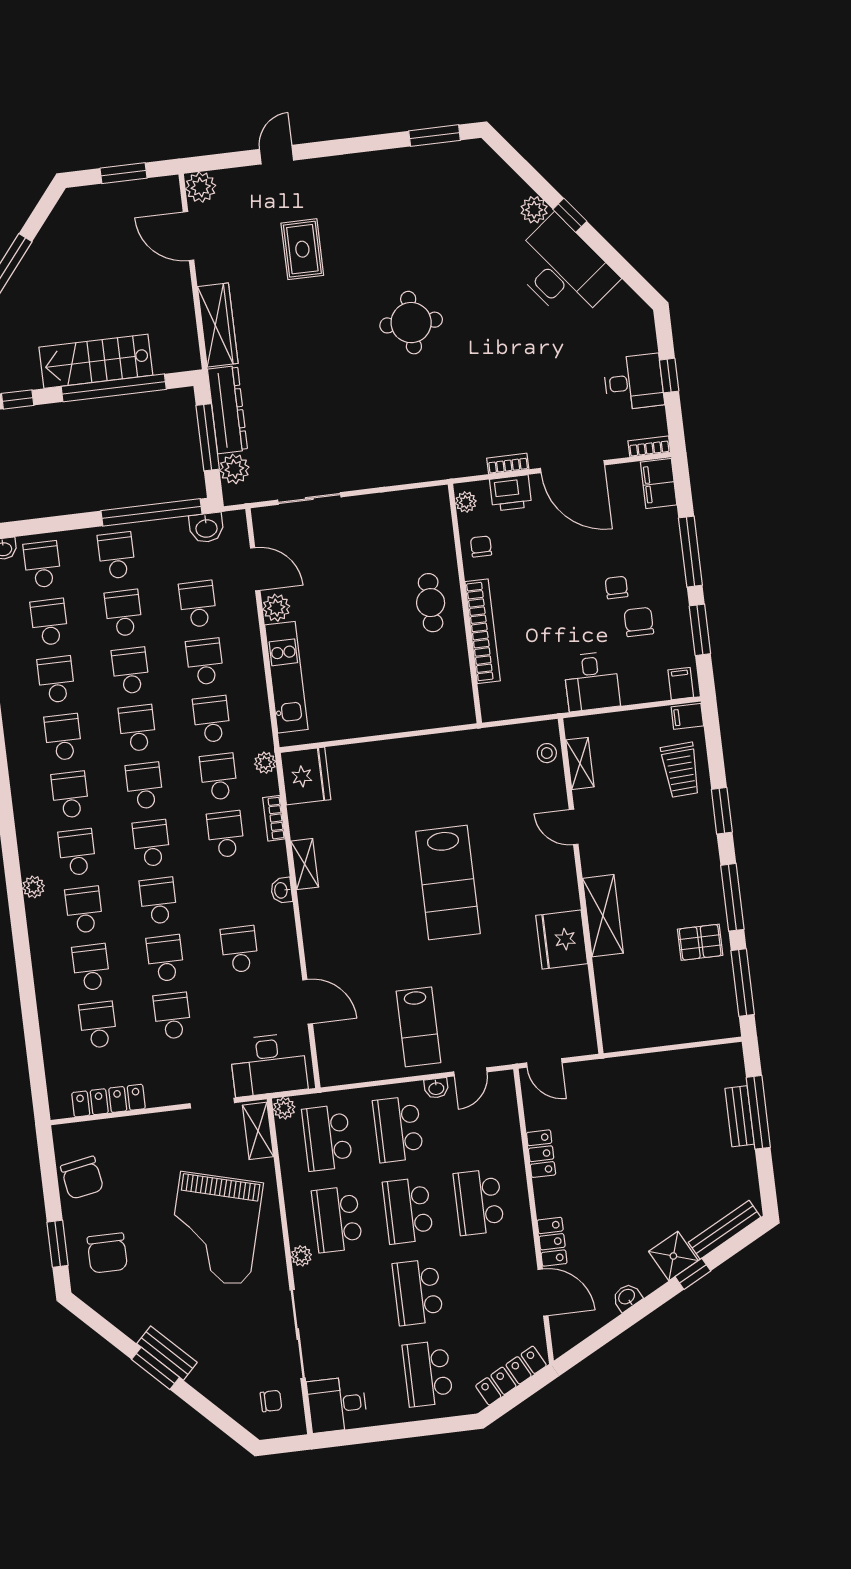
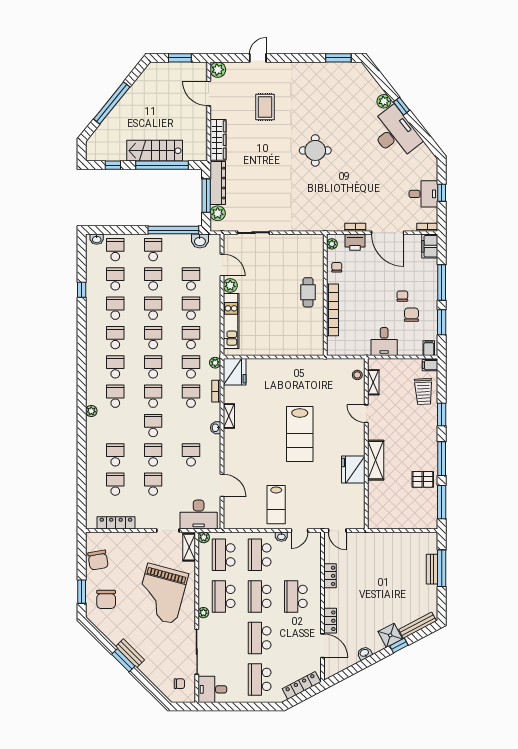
school desk: (84, 910) -> (115, 426), removed

